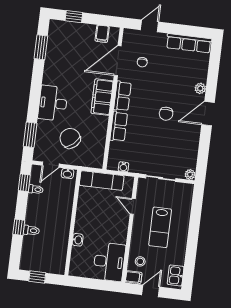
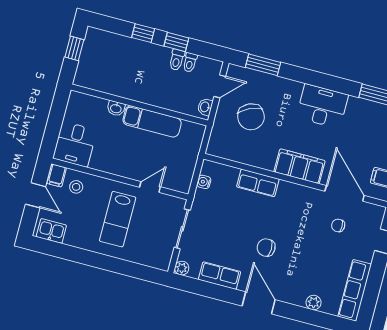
plant: (200, 88) -> (314, 303), moved
row of seats: (122, 96) -> (219, 276), moved, turned 180
desk: (53, 103) -> (322, 106), moved
chair: (70, 138) -> (251, 117), turned 106
door: (51, 165) -> (220, 86), swing flipped
exam couch: (102, 180) -> (152, 121), moved, turned -90
window: (24, 183) -> (176, 42), moved
lab bench: (160, 227) -> (118, 219), turned -90
toilet: (31, 230) -> (177, 60), moved
desk: (109, 262) -> (75, 144), width x0.73

